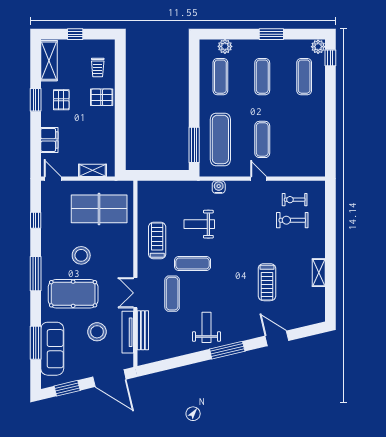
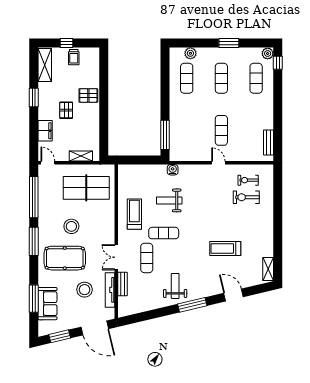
trolley: (98, 68) -> (74, 57), moved
pallet: (61, 100) -> (66, 110), moved
exercise mat: (220, 139) -> (187, 130), removed
bench: (319, 154) -> (269, 142), added
water cooler: (219, 187) -> (173, 170), moved
window: (36, 220) -> (34, 197), width x3.17
shelving: (319, 273) -> (268, 269), moved
treadmill: (267, 282) -> (225, 249), turned 90
bench: (143, 330) -> (123, 284), width x0.73
sofa: (52, 349) -> (47, 304), width x0.73

